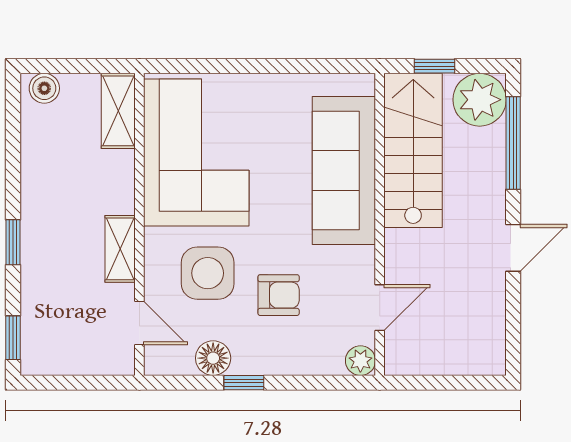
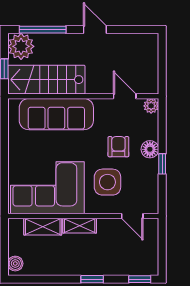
shelving: (118, 111) -> (43, 227), moved
shelving: (120, 249) -> (80, 226), moved
door: (139, 323) -> (132, 216), swing flipped
floor lamp: (213, 358) -> (150, 149), moved

